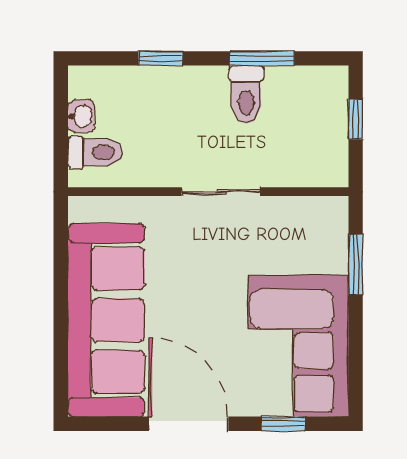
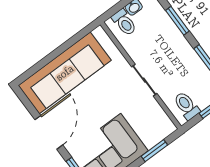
window: (161, 58) -> (177, 21), width x1.50
toilet: (246, 95) -> (187, 106), moved, turned 90

